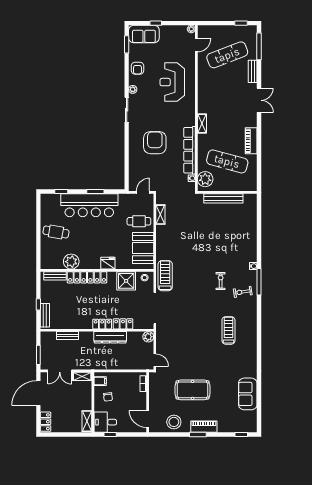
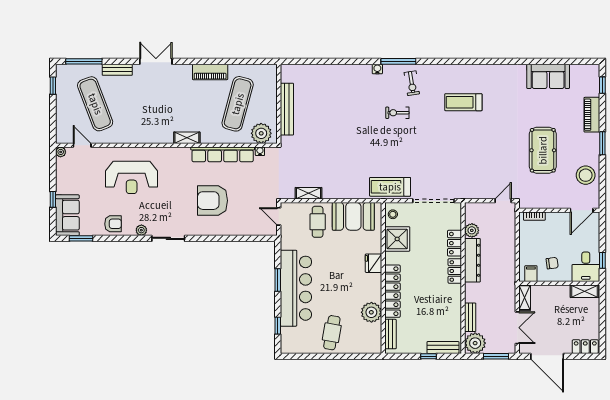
plant: (148, 337) -> (472, 230), moved
plant: (48, 339) -> (475, 343), added
piano: (204, 427) -> (592, 115), moved

